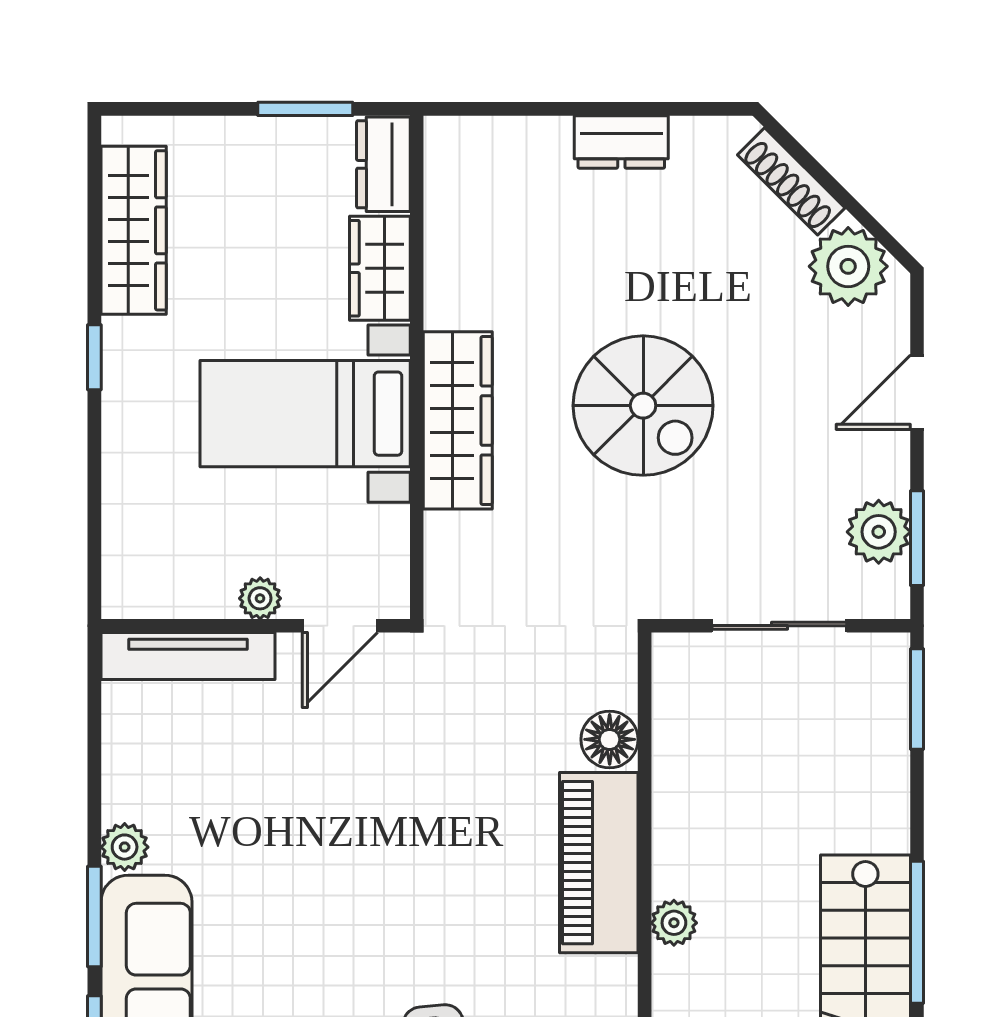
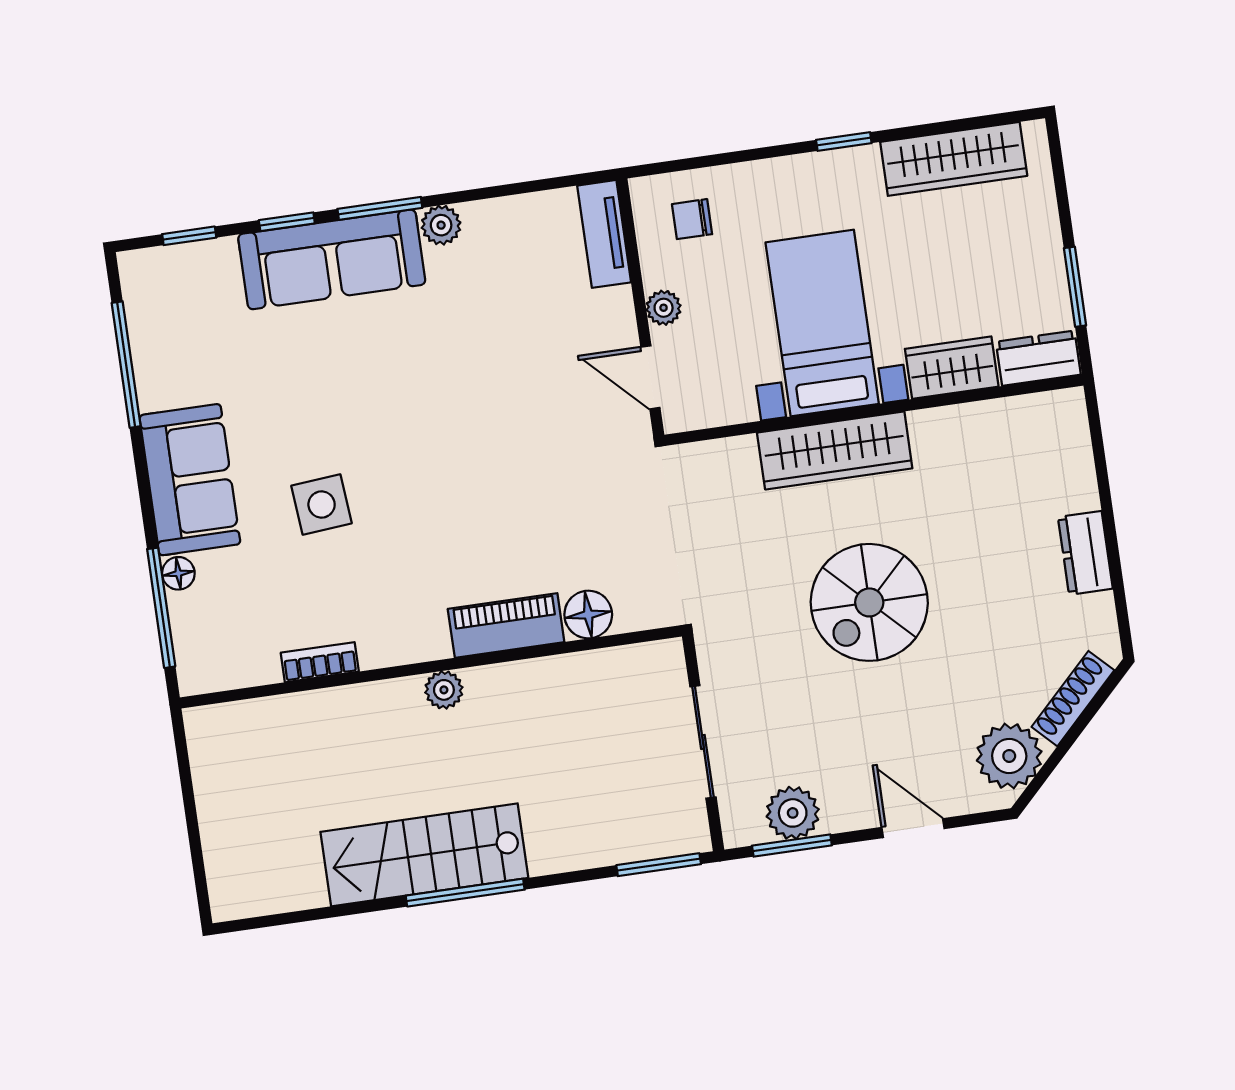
chair: (160, 550) -> (692, 219), added
tv unit: (188, 656) -> (604, 234), width x0.71
piano: (599, 863) -> (506, 625), width x0.73, depth x0.75

